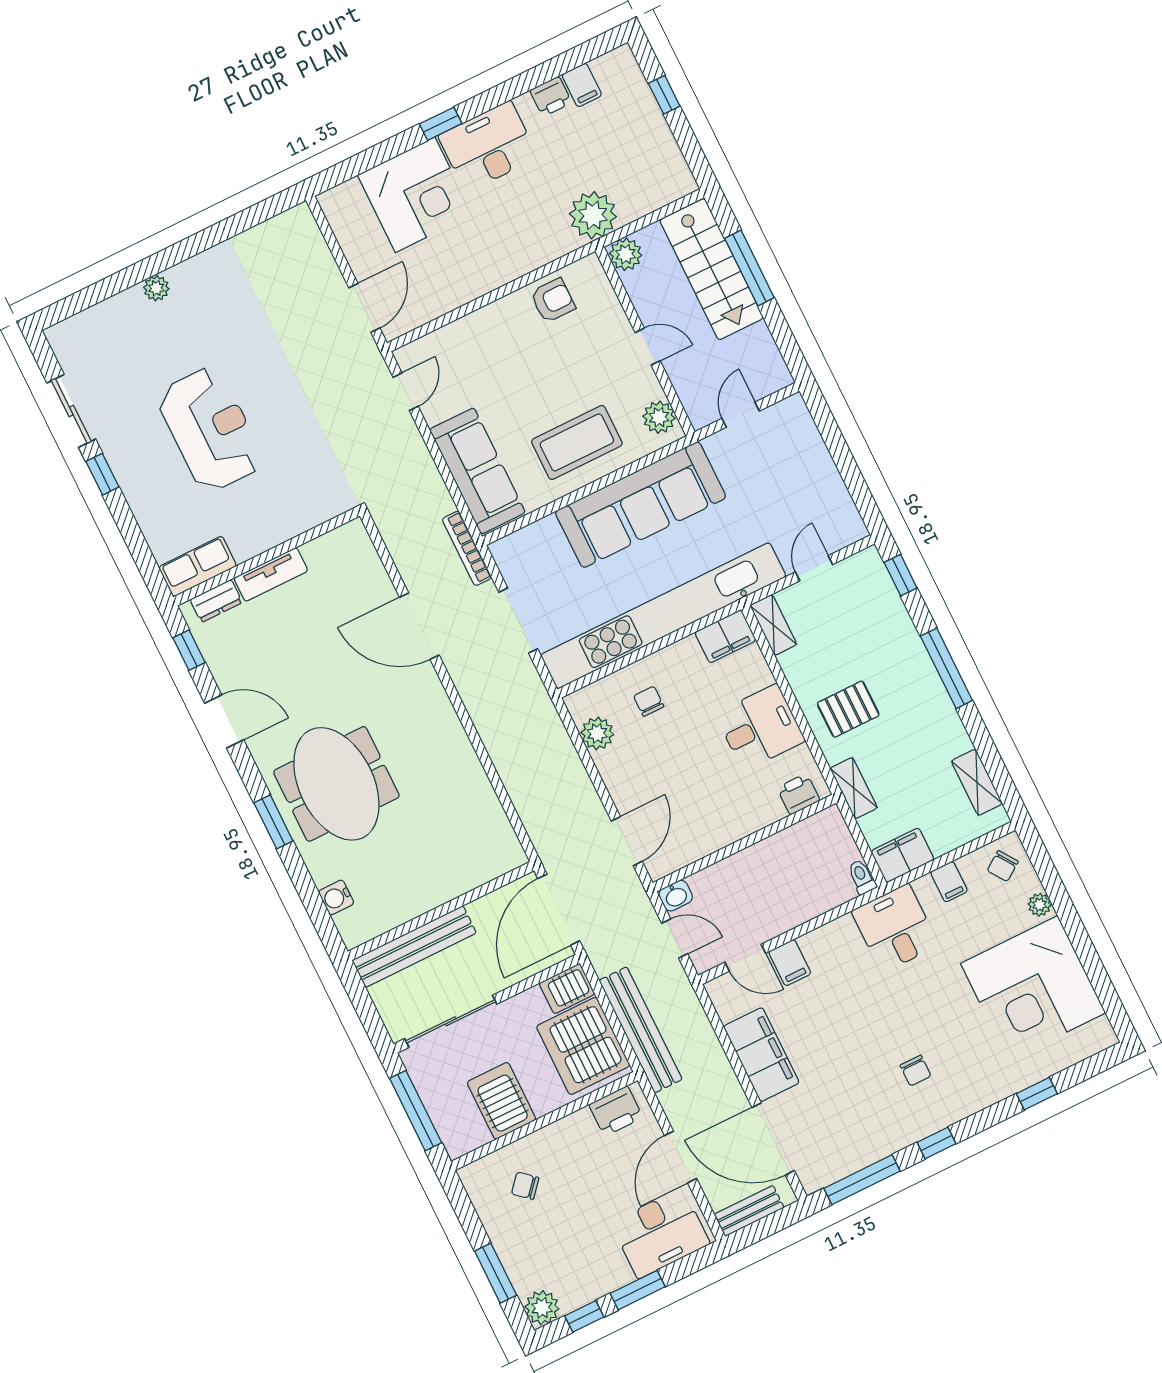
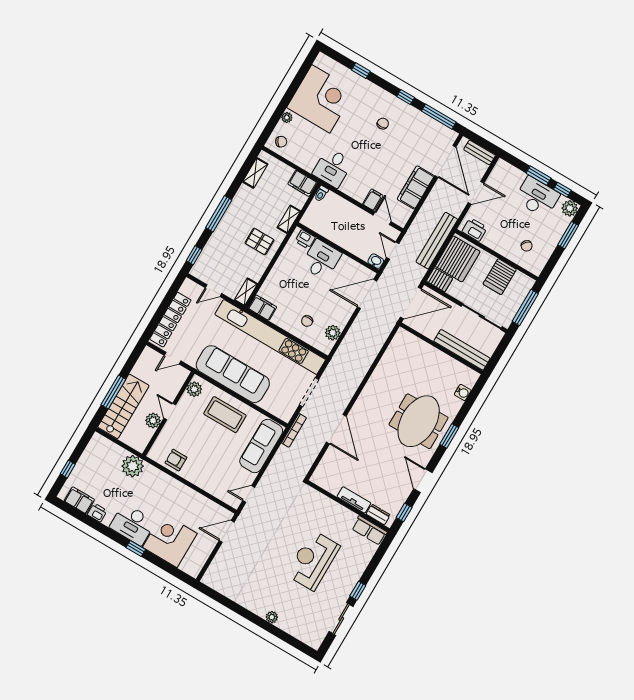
filing cabinet: (582, 85) -> (79, 500), width x2.00
plant: (626, 254) -> (153, 421), moved
locker: (813, 456) -> (170, 320), added
desk: (760, 727) -> (321, 259), moved, turned 90
door: (627, 841) -> (367, 294), width x1.36
filing cabinet: (949, 882) -> (301, 159), removed
desk: (660, 1233) -> (537, 197), moved

